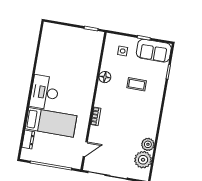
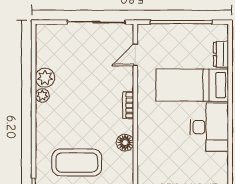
floor lamp: (105, 77) -> (125, 143), moved
coffee table: (137, 84) -> (77, 163), width x1.86, depth x1.72
plant: (143, 160) -> (42, 96), moved, width x0.53, depth x0.53

